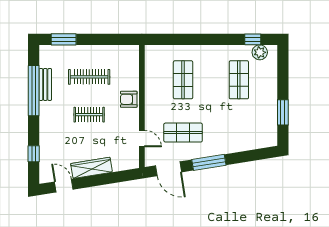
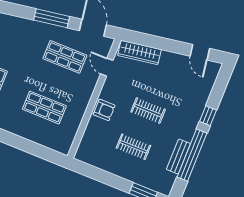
clothes rail: (89, 77) -> (133, 147), width x0.73
shop shelf: (183, 80) -> (44, 108), turned 90
window: (34, 154) -> (208, 116), moved
wardrobe: (91, 168) -> (139, 52), moved

